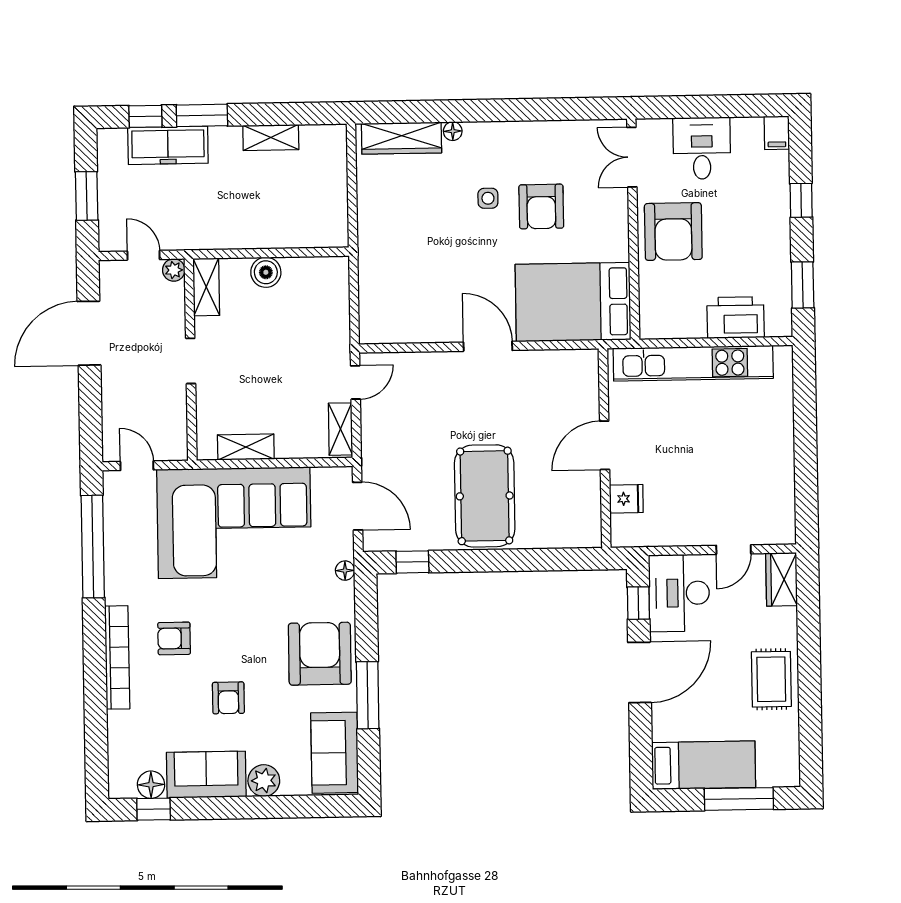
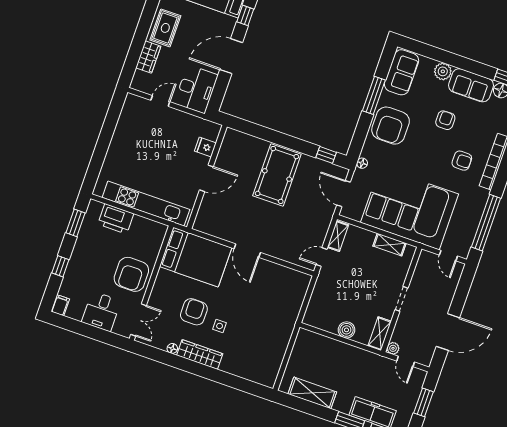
floor lamp: (453, 131) -> (172, 348), moved
shelving: (271, 138) -> (312, 393), width x1.50, depth x1.33
wardrobe: (401, 138) -> (200, 354), moved
armchair: (673, 232) -> (131, 274), turned 180
wardrobe: (782, 579) -> (148, 57), moved
window: (638, 603) -> (245, 15), moved

